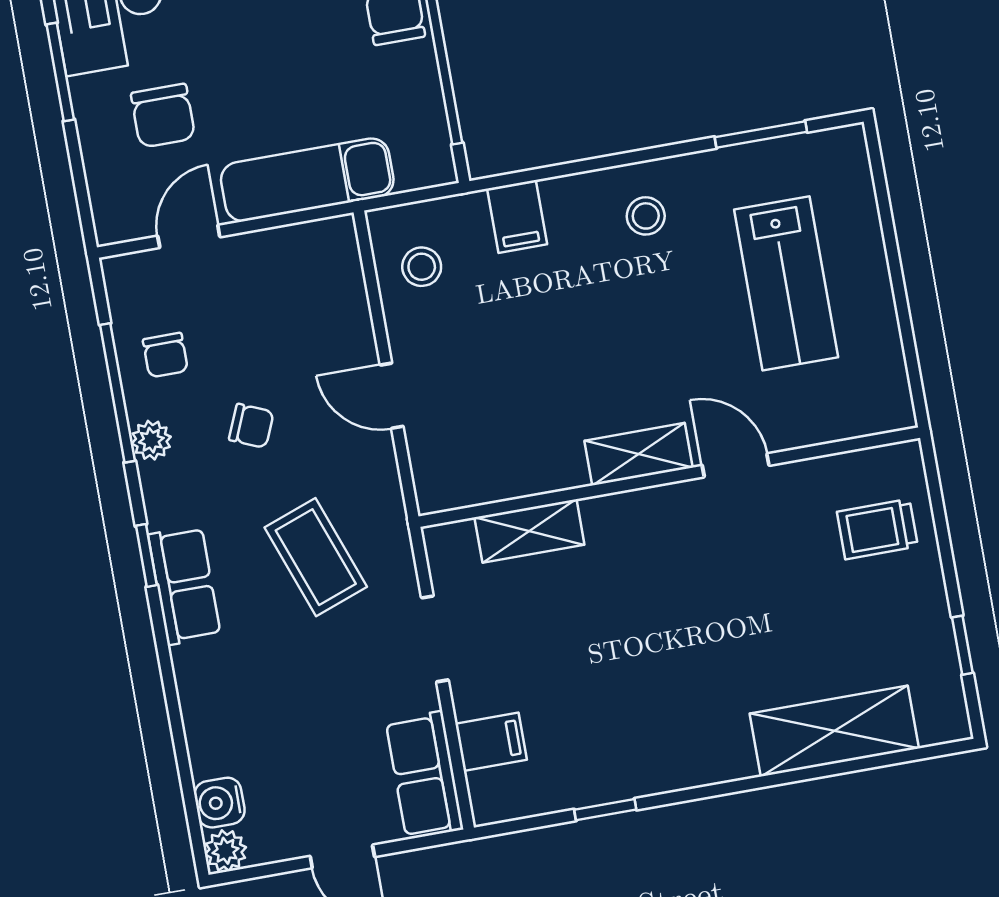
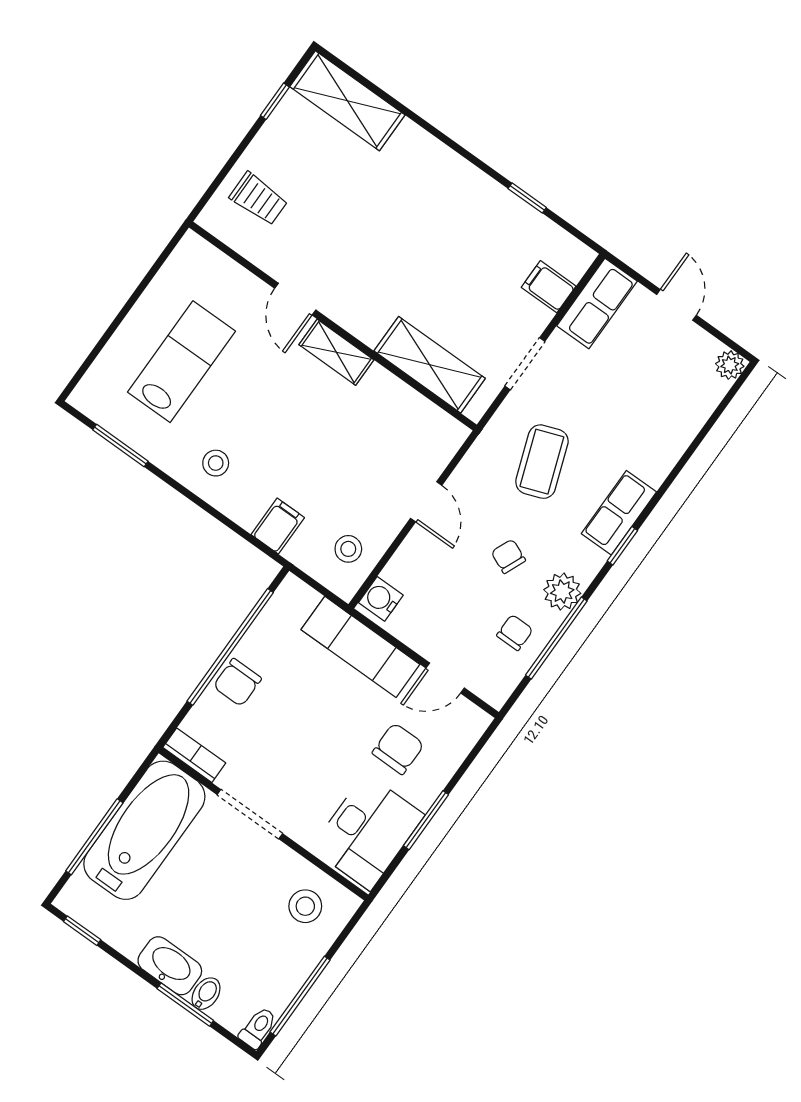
plant: (151, 440) -> (562, 592), width x1.38, depth x1.38
shelving: (529, 531) -> (430, 365), width x1.50, depth x1.33
shelving: (834, 731) -> (347, 101), moved
water cooler: (219, 803) -> (381, 599), moved, turned 180

